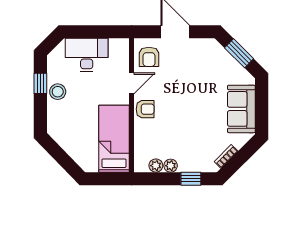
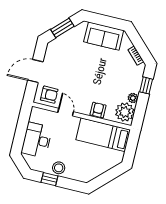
armchair: (145, 109) -> (98, 110), moved
plant: (156, 166) -> (125, 112), width x1.87, depth x1.87

